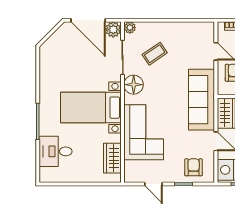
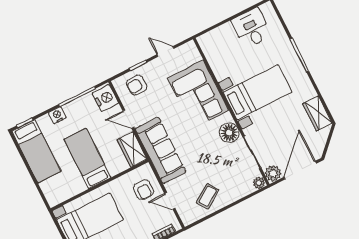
door: (88, 20) -> (300, 170), hinge flipped
coffee table: (155, 54) -> (208, 196), moved
desk: (56, 151) -> (251, 28), moved, turned -90
wardrobe: (112, 158) -> (317, 113), moved, turned 180
armchair: (194, 167) -> (137, 85), turned 90

